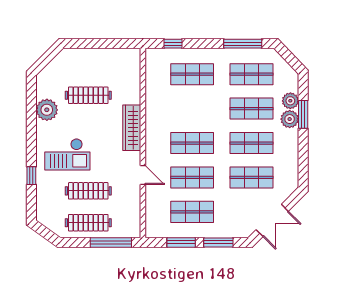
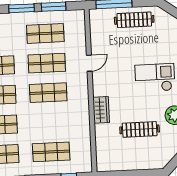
wardrobe: (132, 128) -> (101, 110), width x0.67
door: (143, 175) -> (89, 63), swing flipped
clothes rail: (88, 191) -> (136, 47), removed

